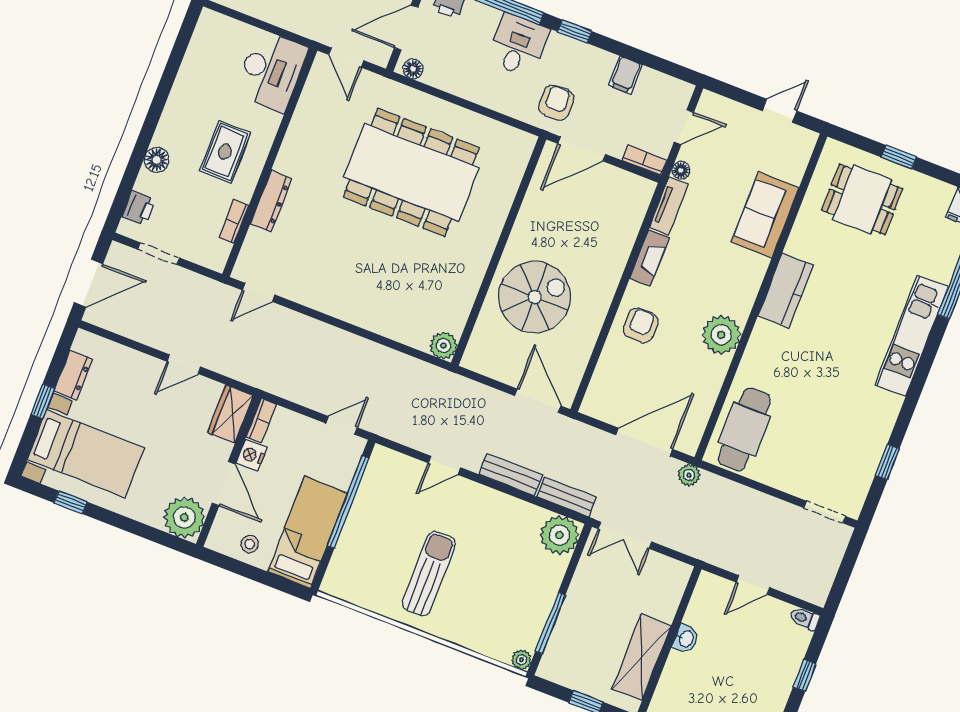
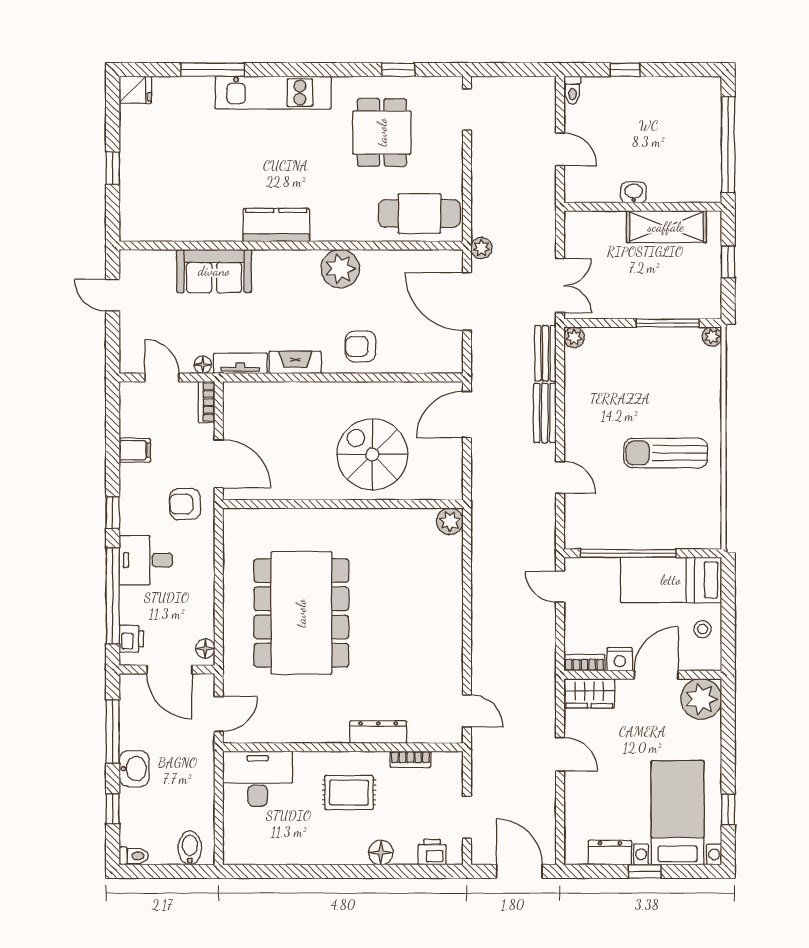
dining table: (862, 199) -> (382, 132), moved
plant: (559, 535) -> (574, 337), width x0.53, depth x0.53

